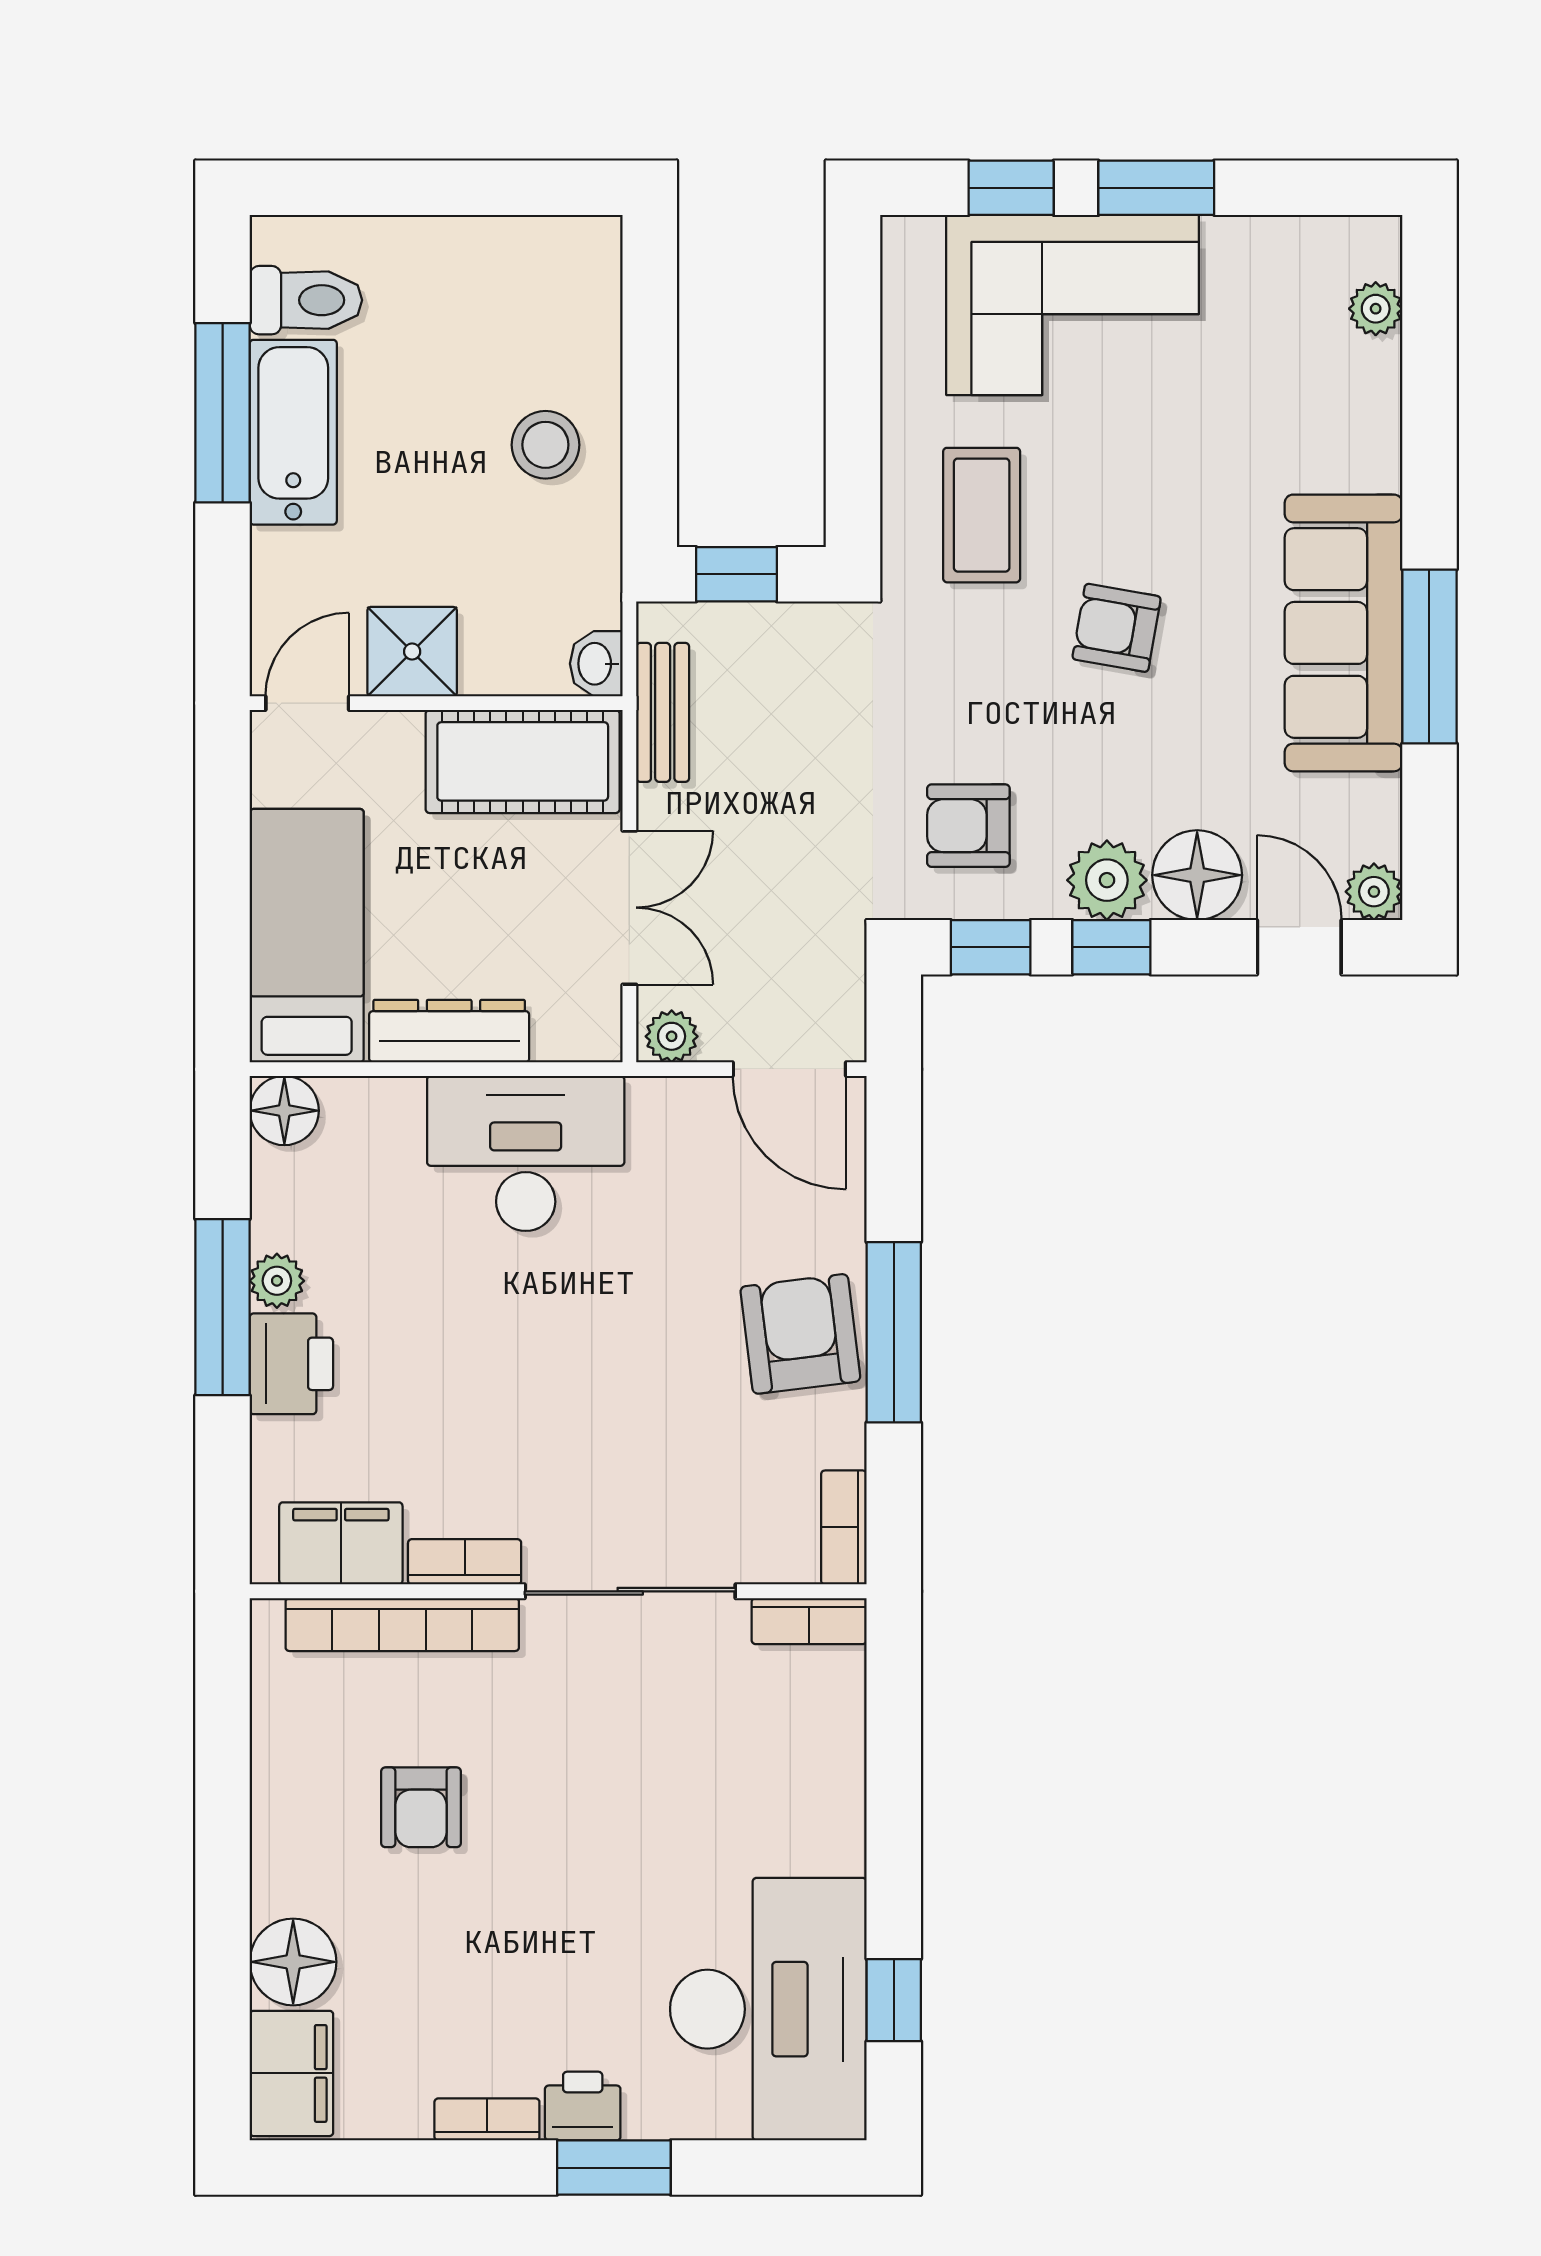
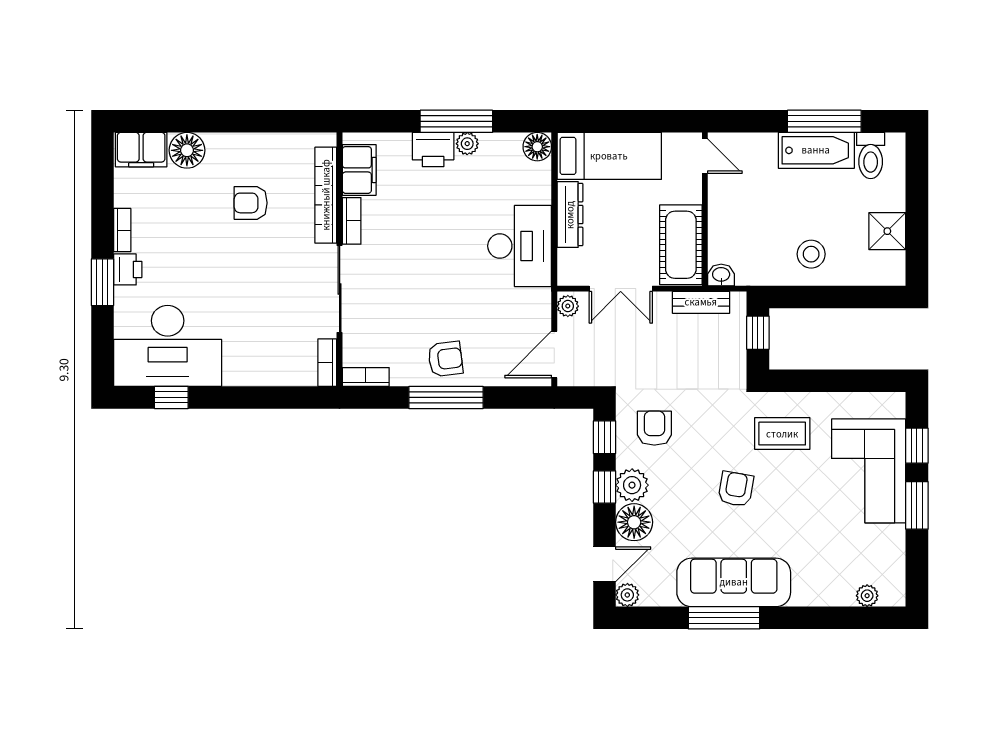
shower: (412, 652) -> (887, 231), moved
armchair: (800, 1334) -> (445, 359), width x0.72, depth x0.72

